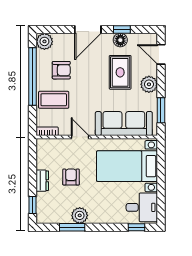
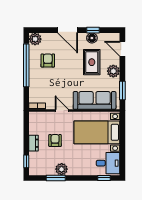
door: (88, 30) -> (68, 30), hinge flipped
armchair: (61, 70) -> (48, 61), turned -90
coffee table: (54, 100) -> (42, 83), removed

